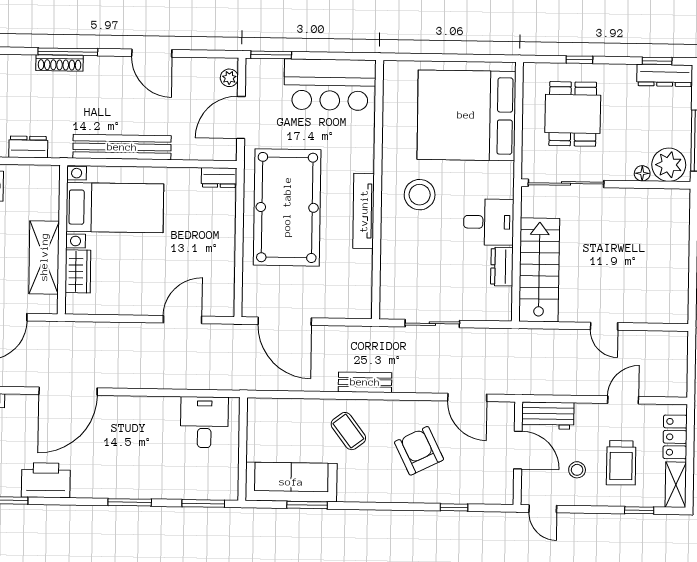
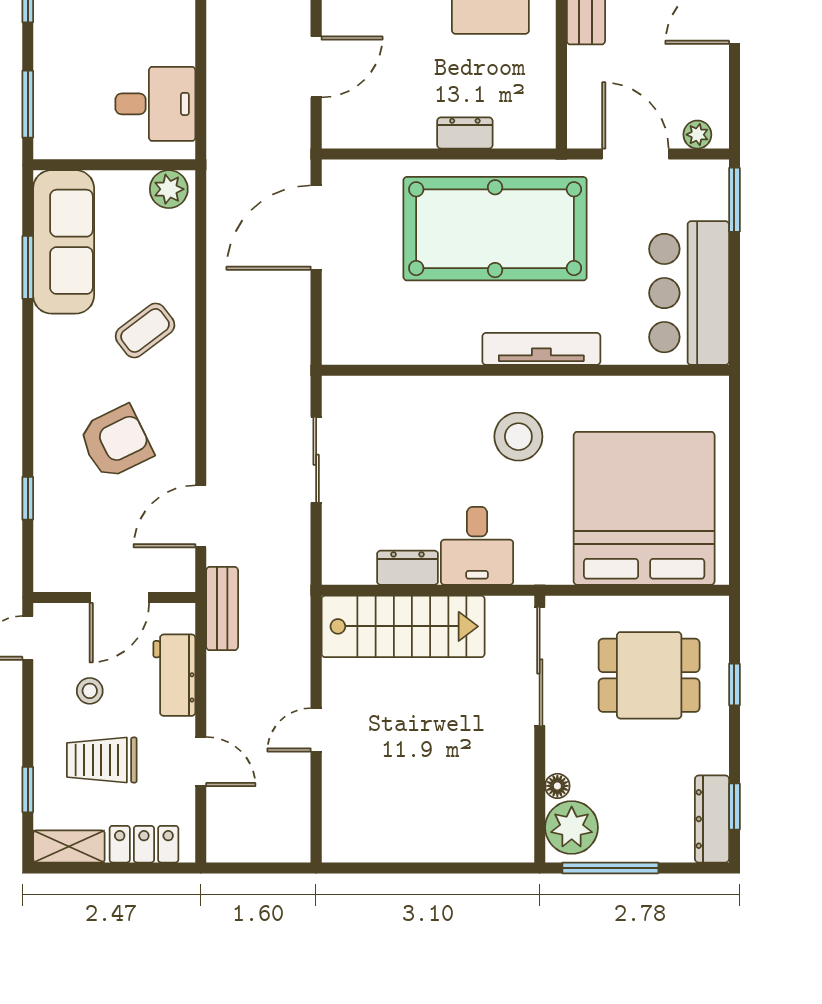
dresser: (219, 178) -> (465, 133), moved, turned 90
tv unit: (364, 211) -> (541, 349), moved
door: (182, 320) -> (316, 67), hinge flipped
bench: (365, 382) -> (222, 609), moved
plant: (259, 415) -> (169, 189), added
workbench: (548, 416) -> (174, 675), moved

